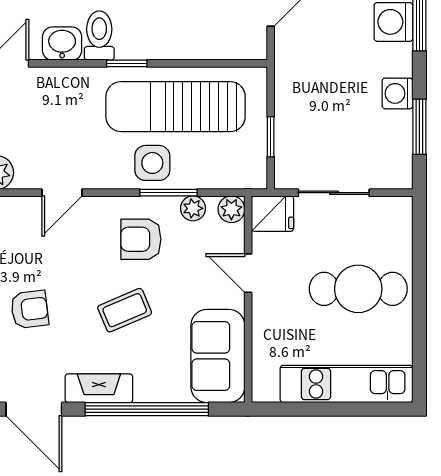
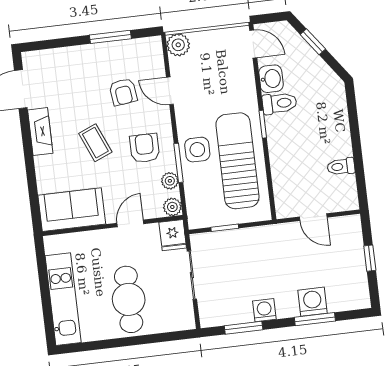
armchair: (30, 309) -> (123, 92), moved
window: (147, 409) -> (30, 166), removed

